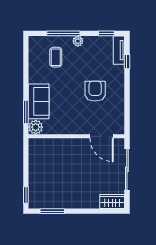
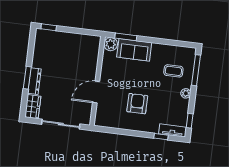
window: (63, 33) -> (196, 70), moved
armchair: (95, 91) -> (137, 104), turned -90
door: (102, 136) -> (96, 92), moved
dresser: (85, 203) -> (34, 81), added
window: (52, 211) -> (27, 78), moved

